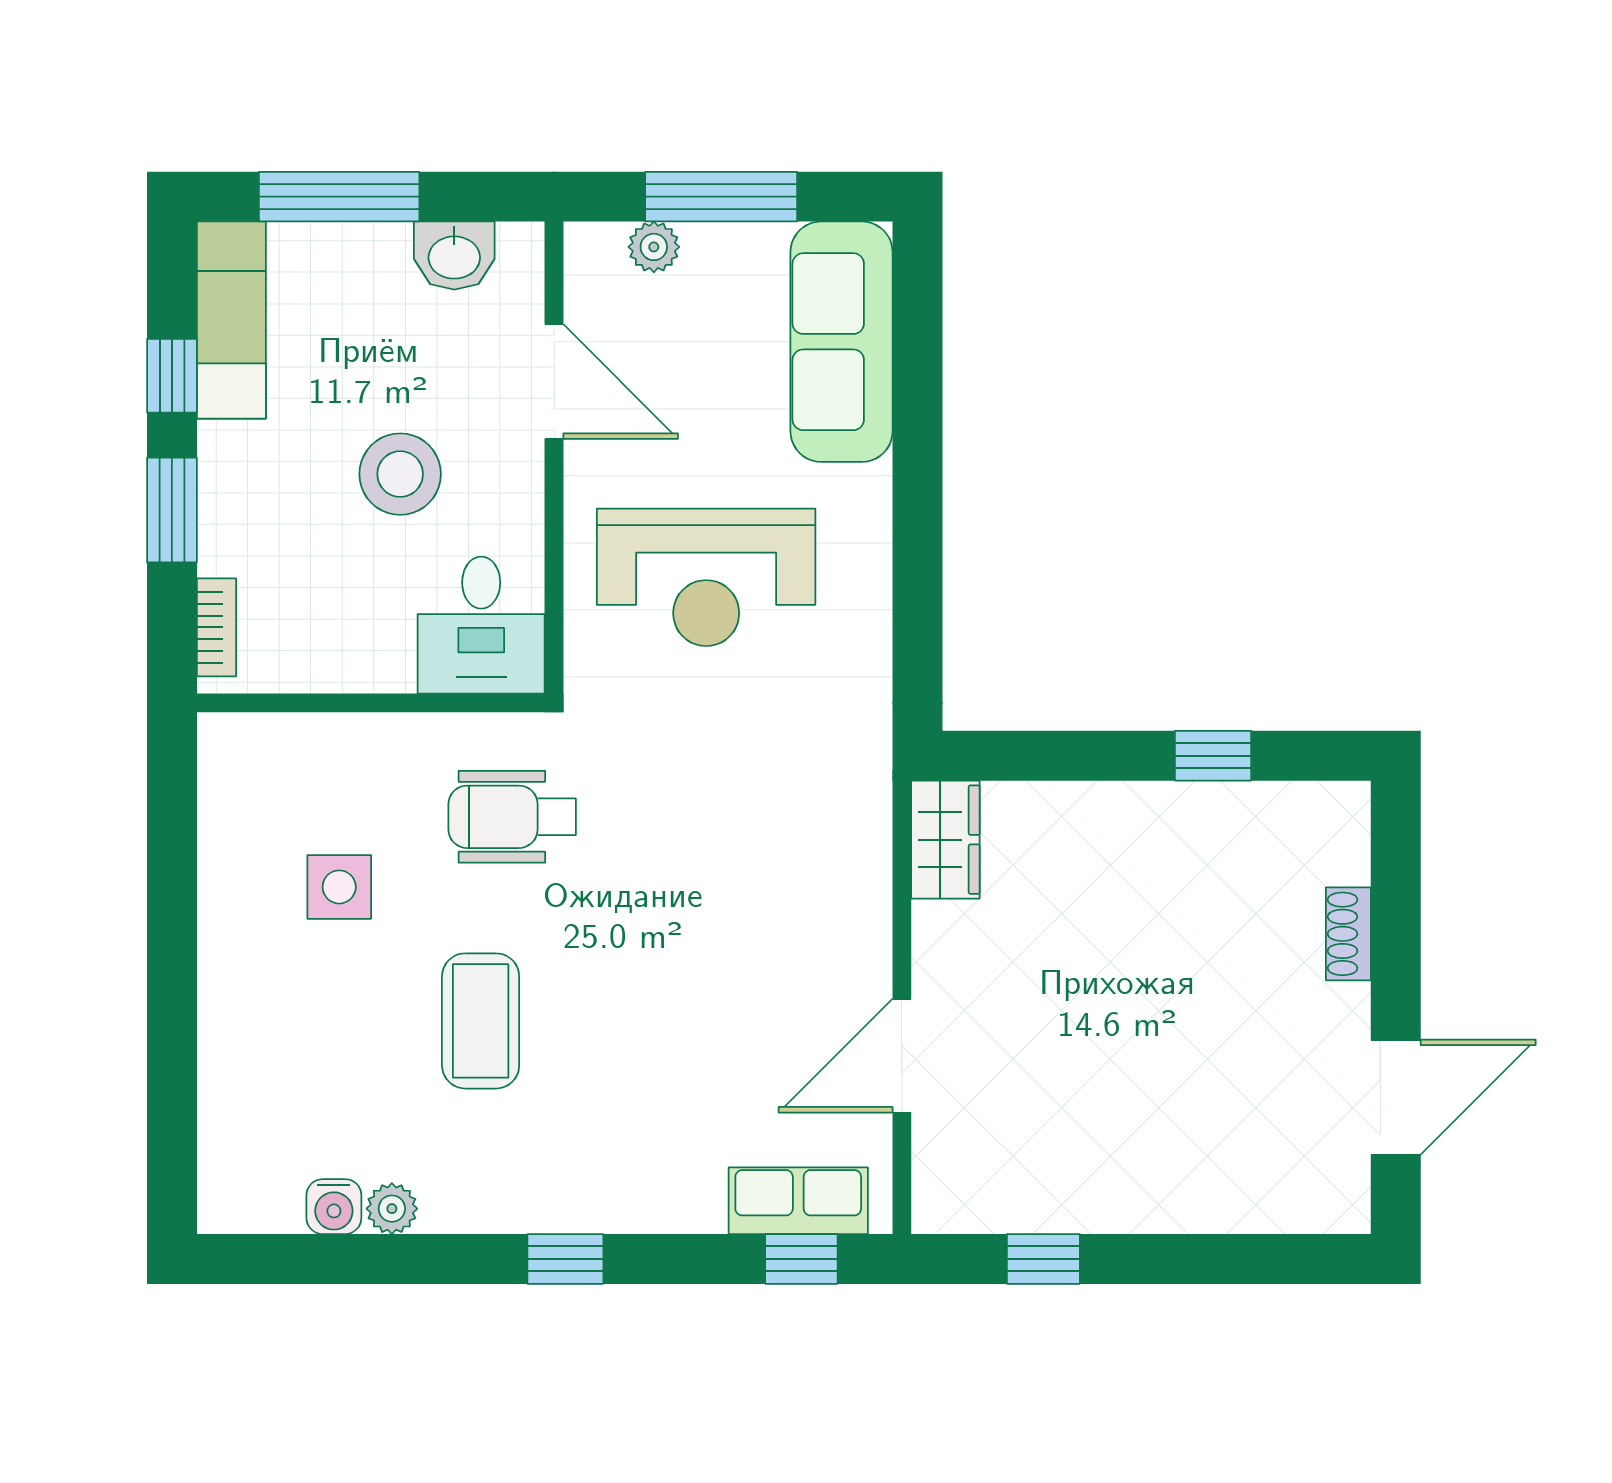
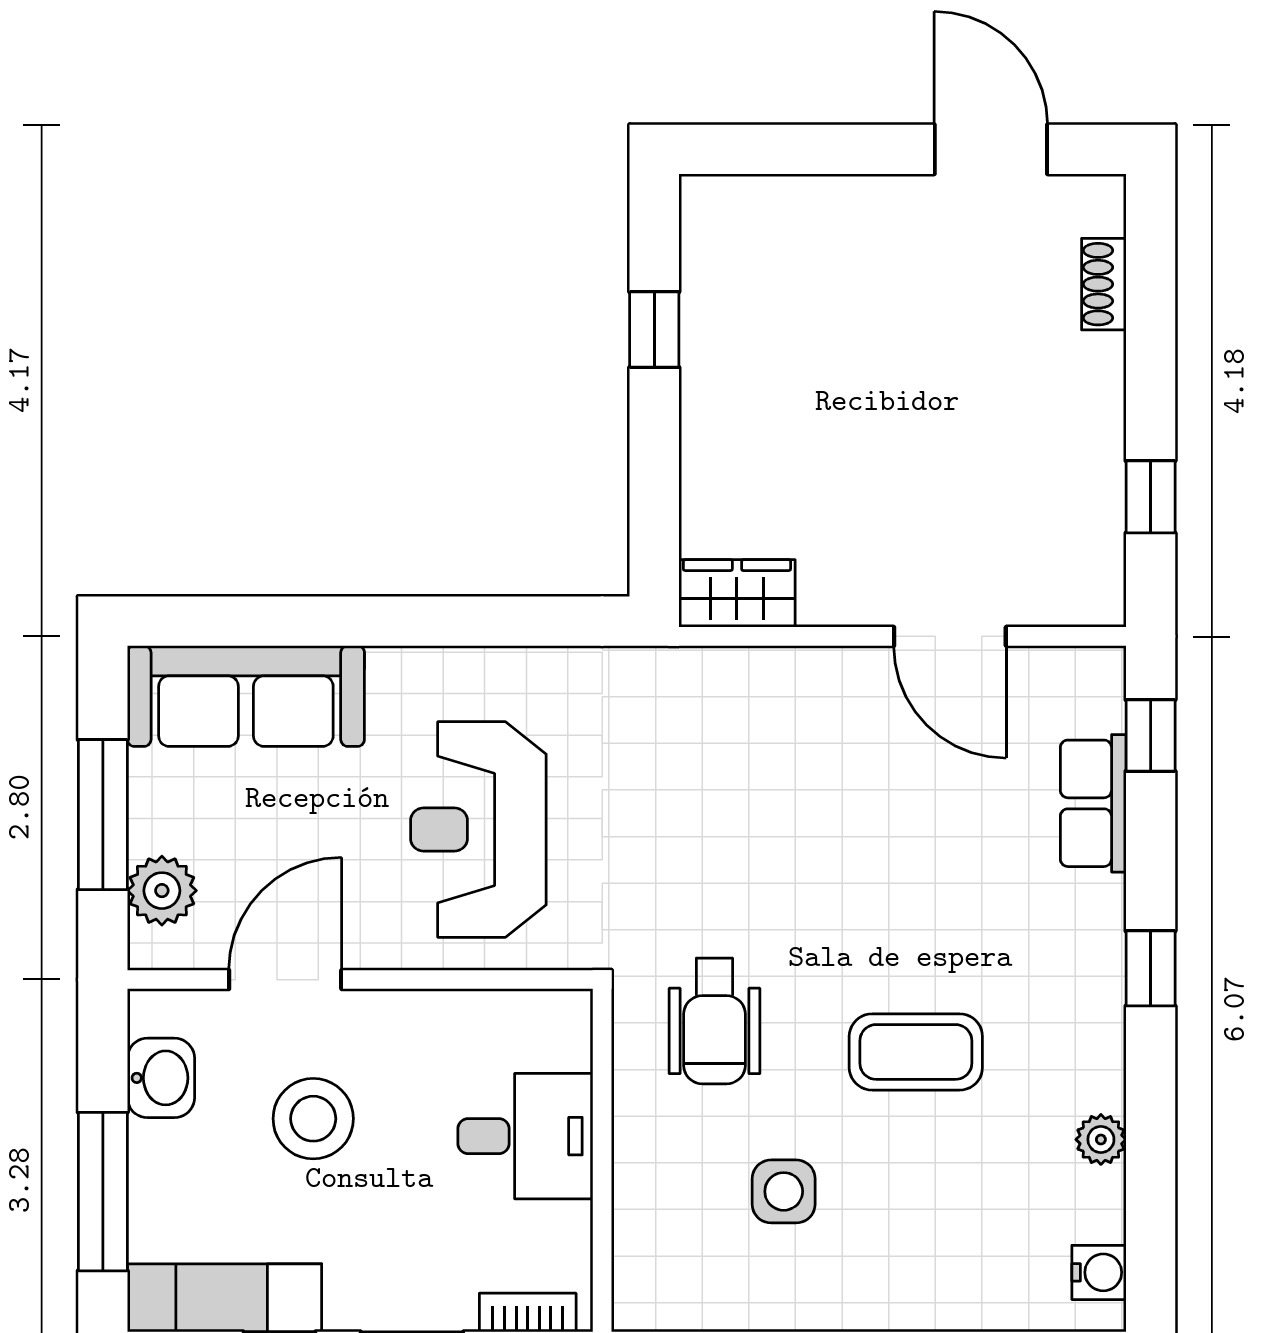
plant: (654, 247) -> (162, 891), width x1.38, depth x1.38
stool: (400, 474) -> (313, 1119), moved
reception desk: (706, 577) -> (478, 830), turned 180
desk: (481, 625) -> (525, 1136), moved
shoe rack: (1348, 934) -> (1104, 284), moved, turned 90
row of seats: (798, 1201) -> (1093, 803), moved
water cooler: (334, 1207) -> (1099, 1272), moved

